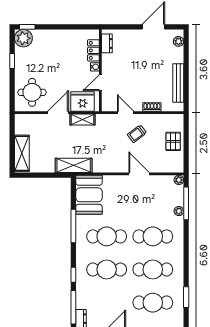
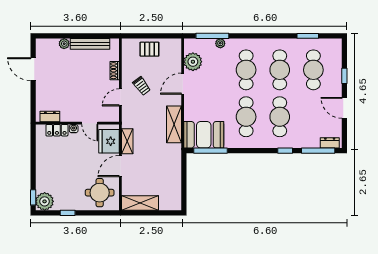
plant: (179, 41) -> (64, 44), moved
door: (58, 113) -> (120, 166), hinge flipped
shelving: (22, 153) -> (140, 203), moved
shelving: (74, 165) -> (174, 124), moved
plant: (179, 180) -> (193, 62), moved, width x1.87, depth x1.87
window: (73, 226) -> (210, 151), moved

